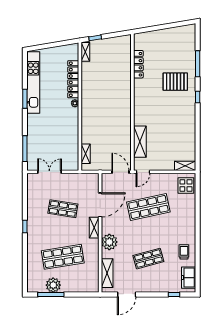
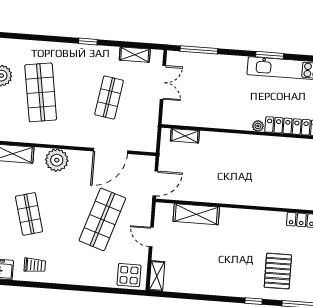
door: (143, 172) -> (151, 237), moved
door: (100, 205) -> (110, 151), hinge flipped
shop shelf: (148, 207) -> (102, 219), turned 30
shelving: (94, 228) -> (135, 55), moved

